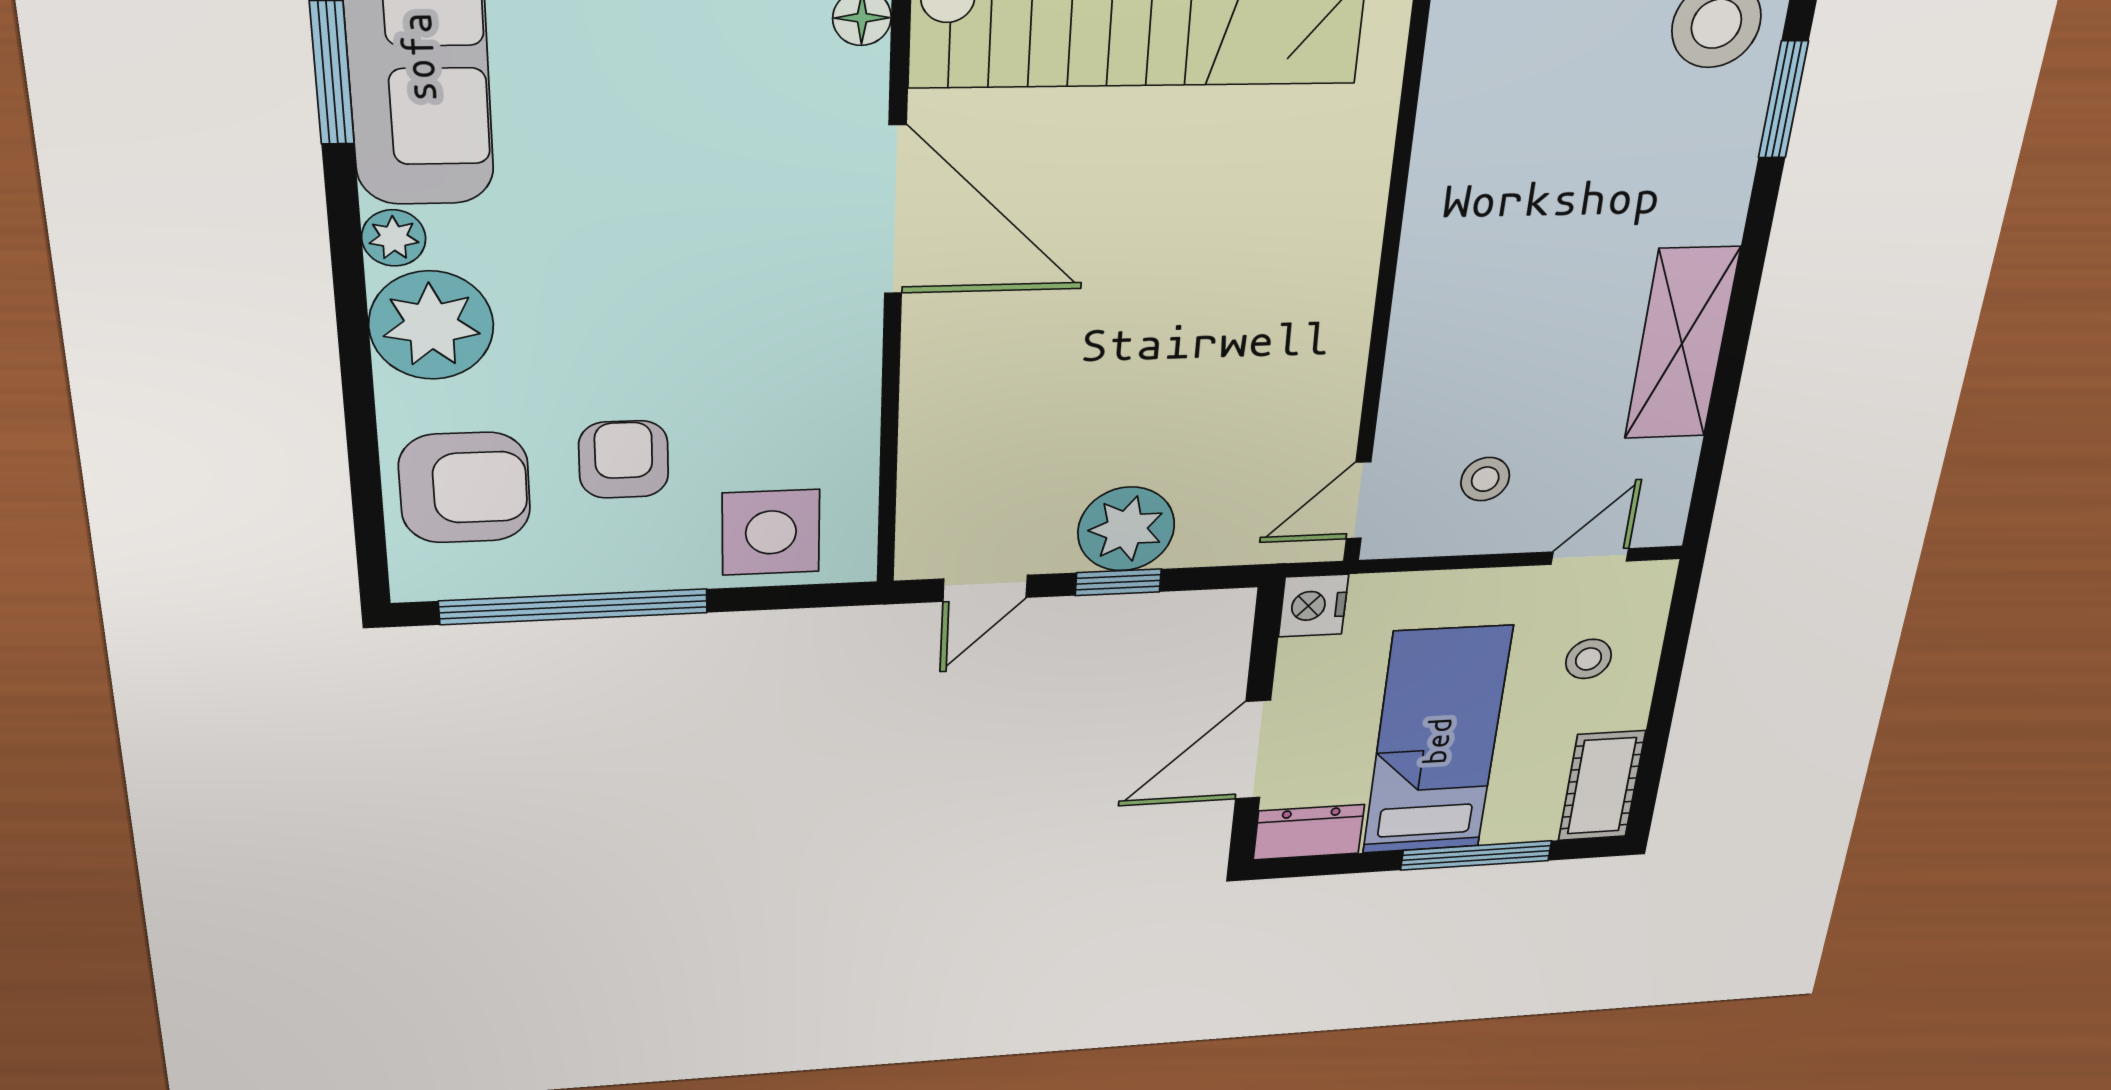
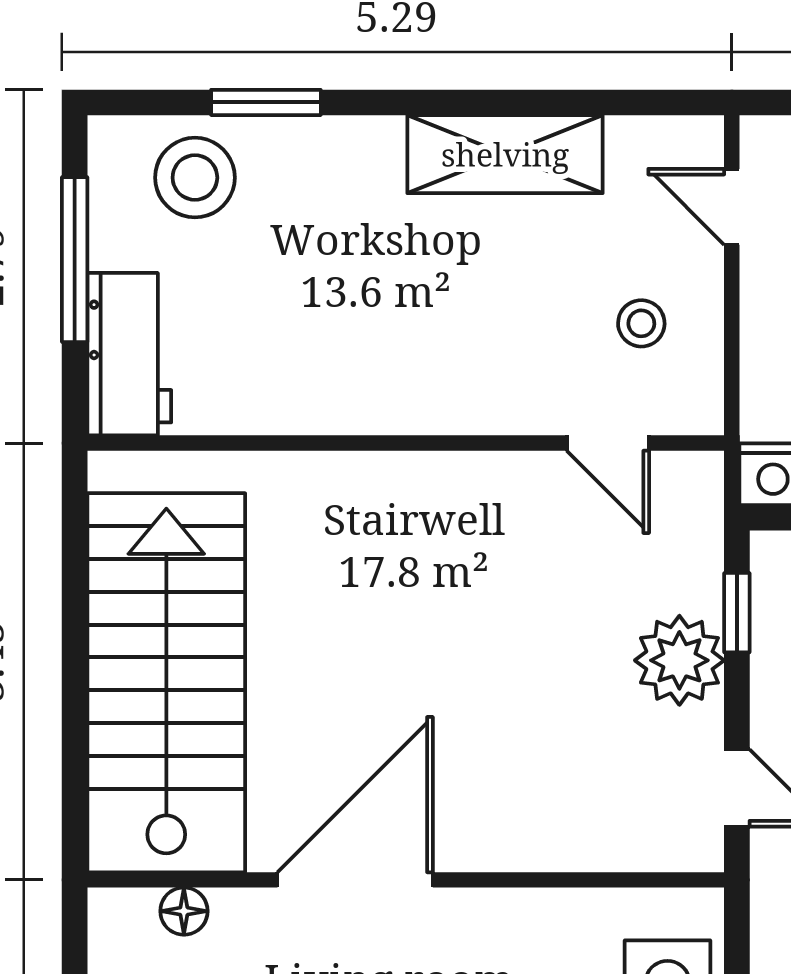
door: (1359, 500) -> (608, 443), moved
window: (1118, 582) -> (737, 613), moved

